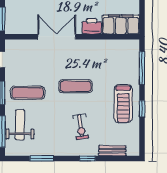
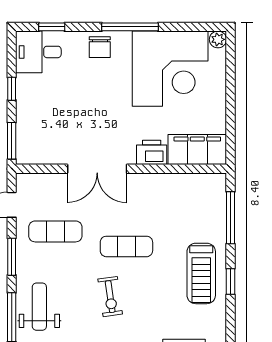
double door: (57, 37) -> (97, 169), swing flipped
exercise mat: (28, 93) -> (55, 231), moved
exercise bike: (81, 127) -> (110, 297), moved

